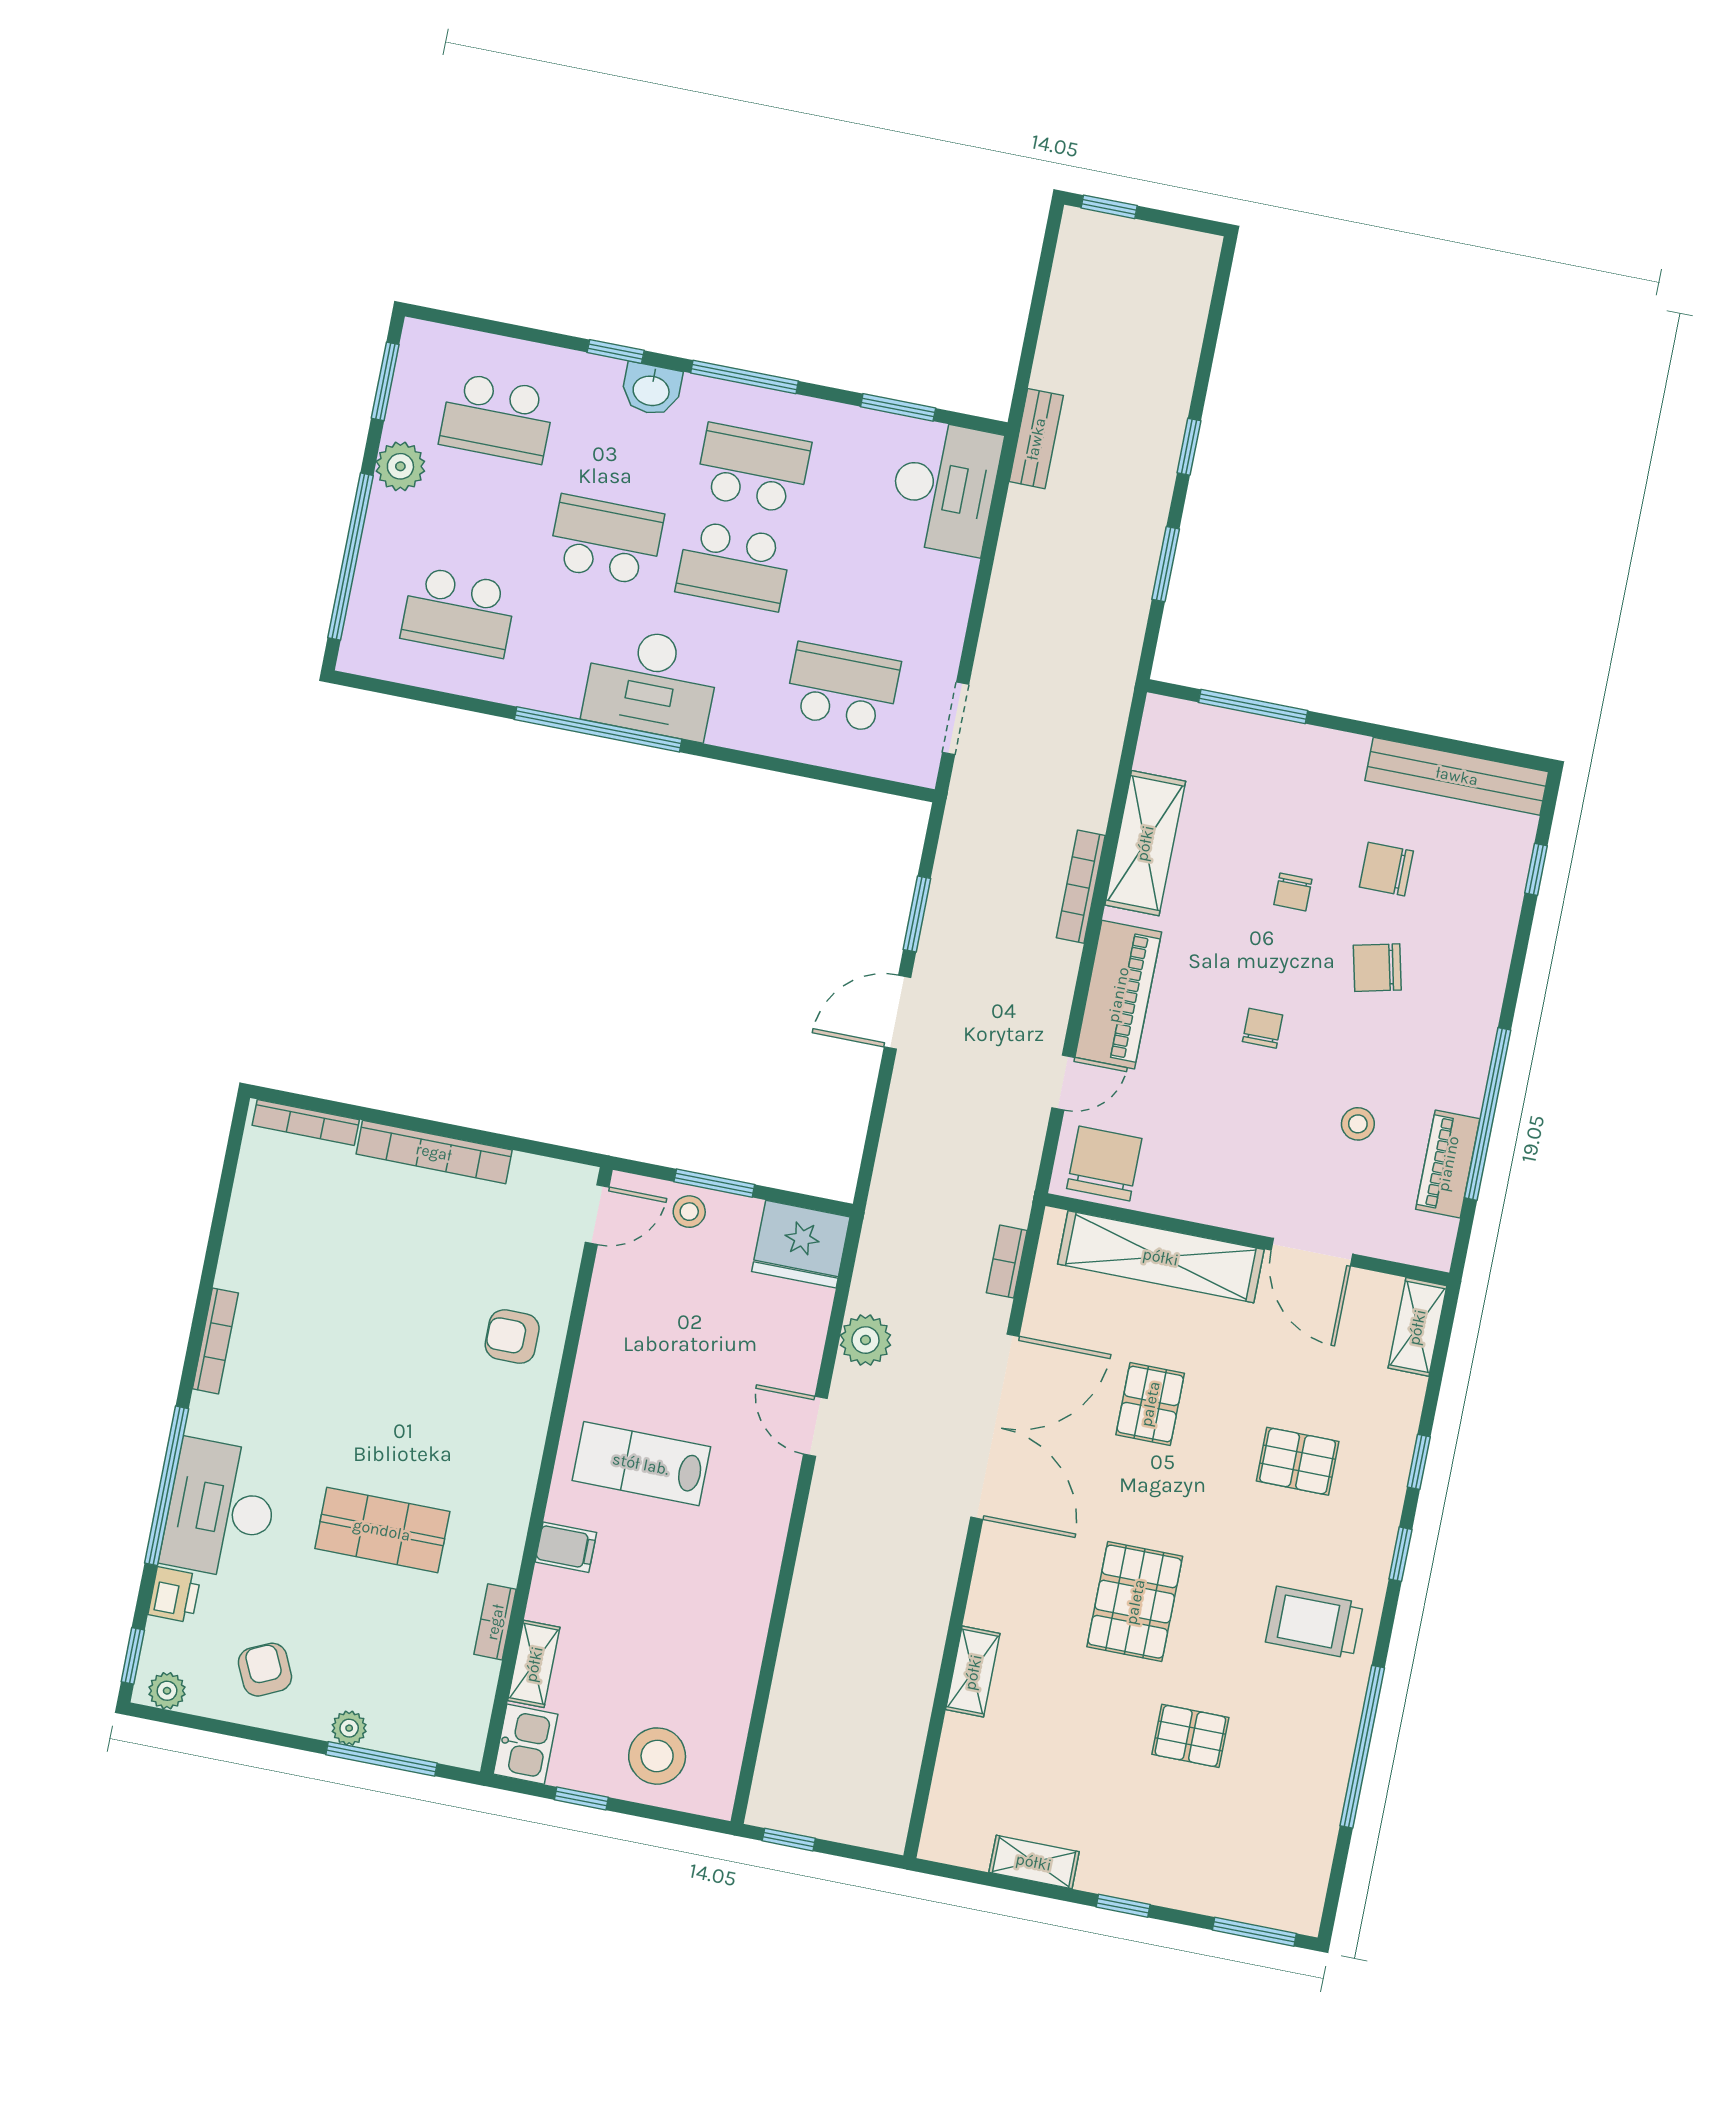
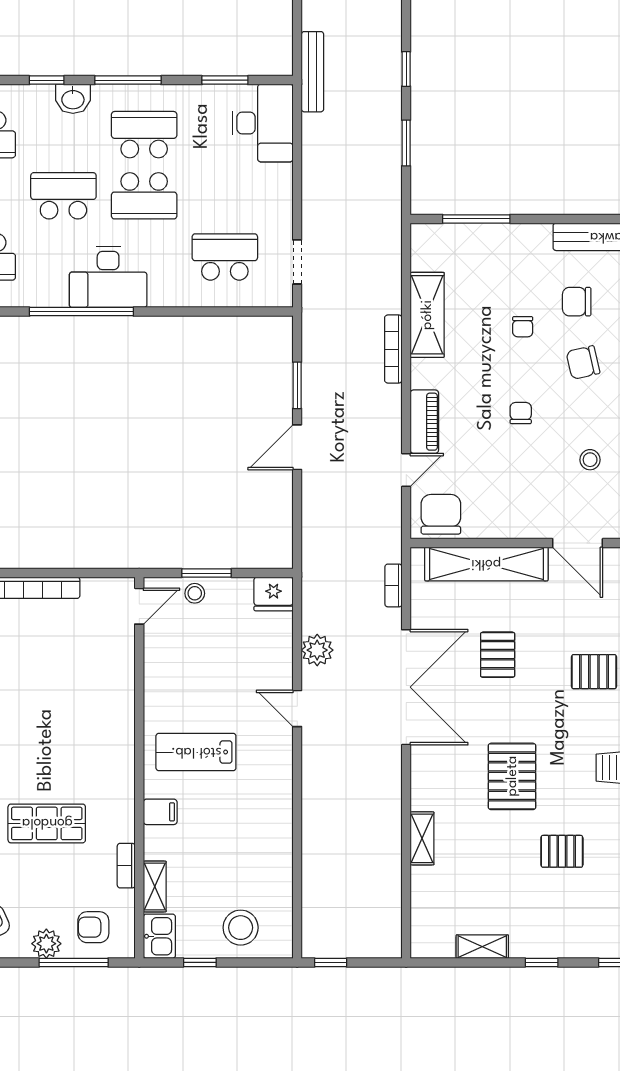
bench: (1036, 439) -> (312, 72), width x1.36
piano: (1118, 995) -> (424, 422), width x0.73, depth x0.75
fridge: (801, 1244) -> (274, 594), width x0.73, depth x0.75
armchair: (512, 1337) -> (93, 927), moved
plant: (349, 1728) -> (46, 944), width x1.38, depth x1.38

